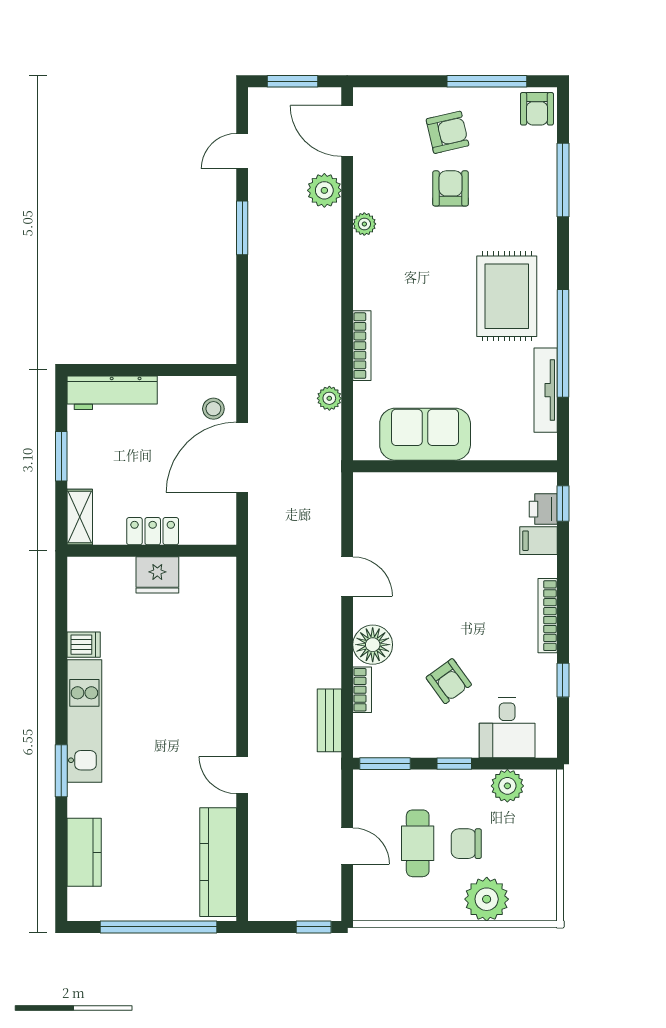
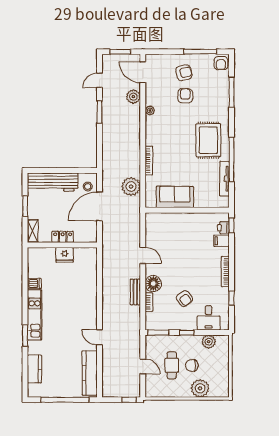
workbench: (112, 393) -> (53, 182), width x1.36, depth x1.32
plant: (329, 398) -> (131, 187), width x1.87, depth x1.87
bench: (329, 720) -> (135, 292), moved

